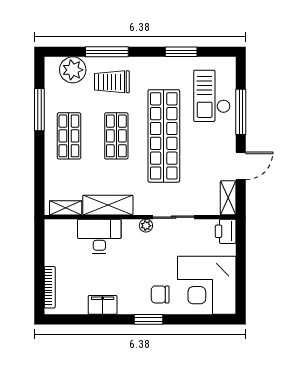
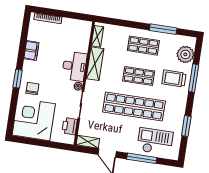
trolley: (112, 82) -> (174, 78), turned -90
printer: (226, 231) -> (70, 126), moved, turned -90
desk: (99, 236) -> (74, 66), moved

